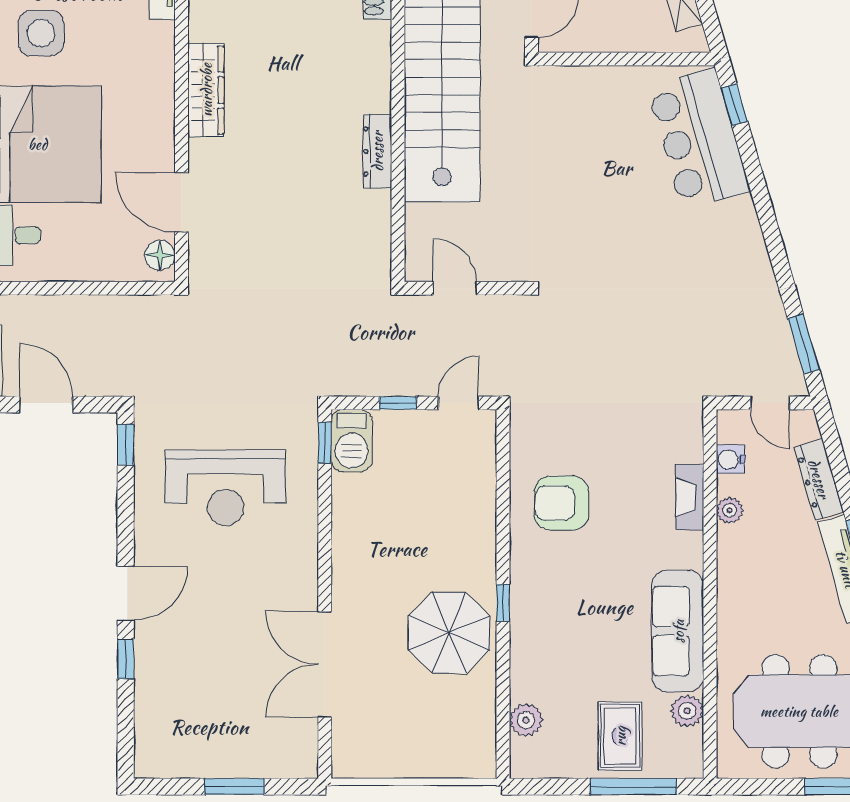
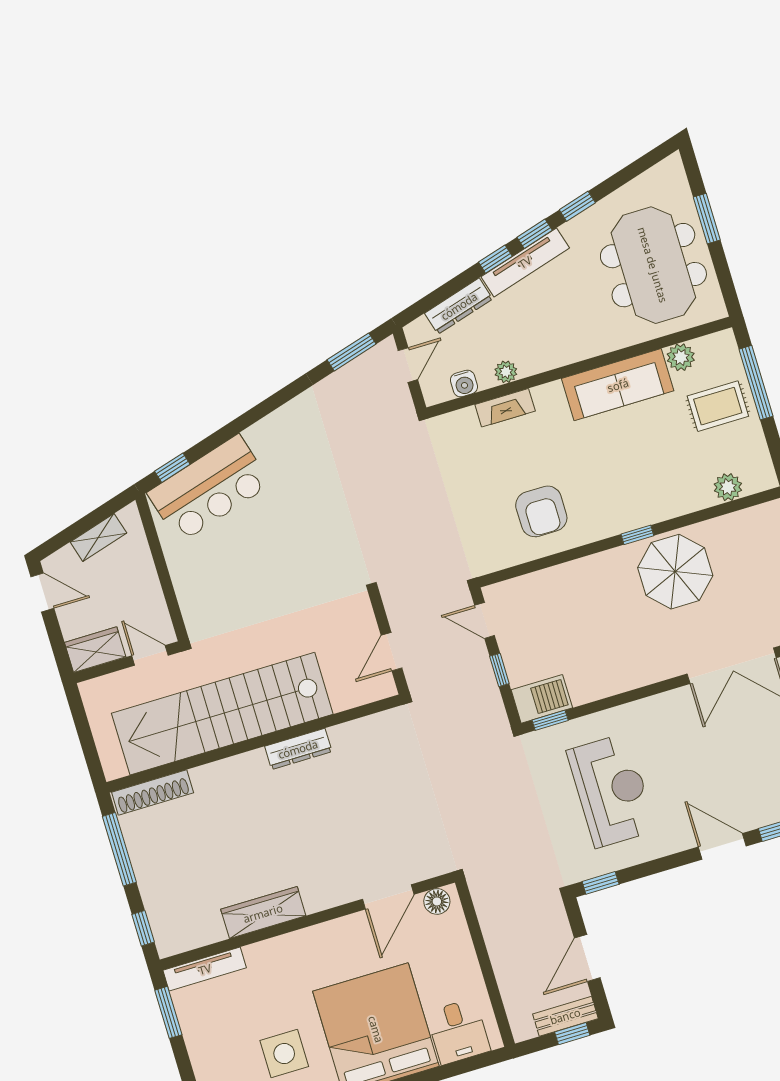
wardrobe: (206, 90) -> (263, 913), moved

